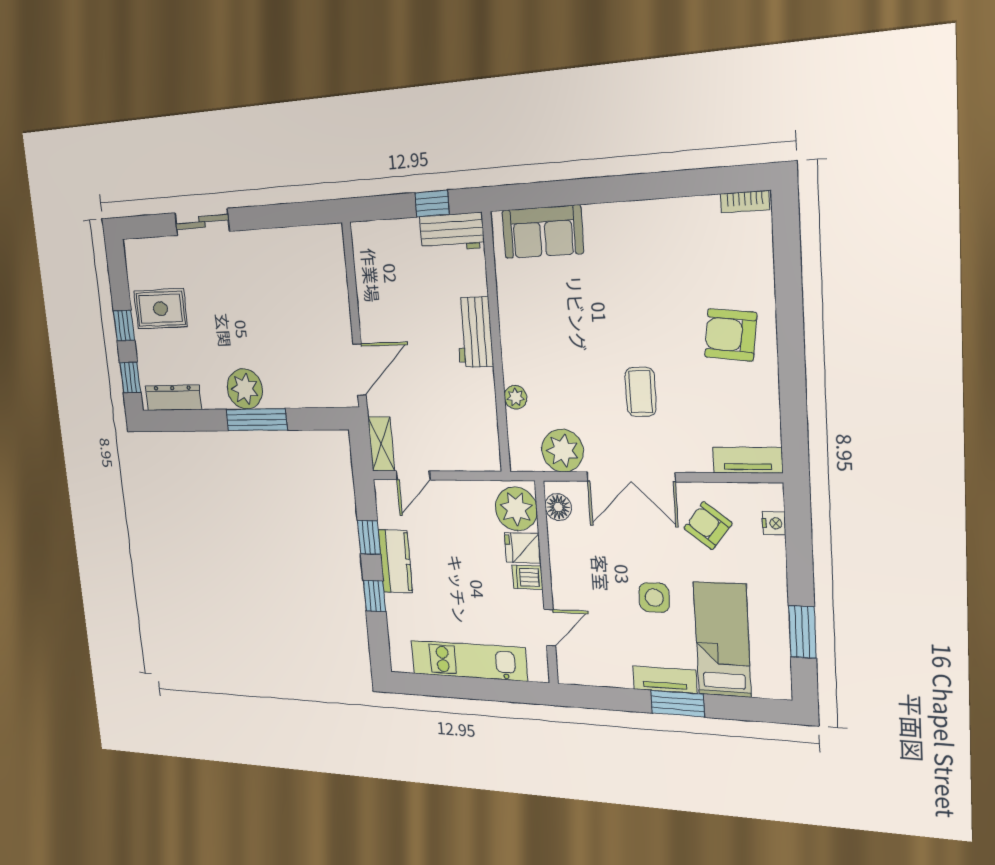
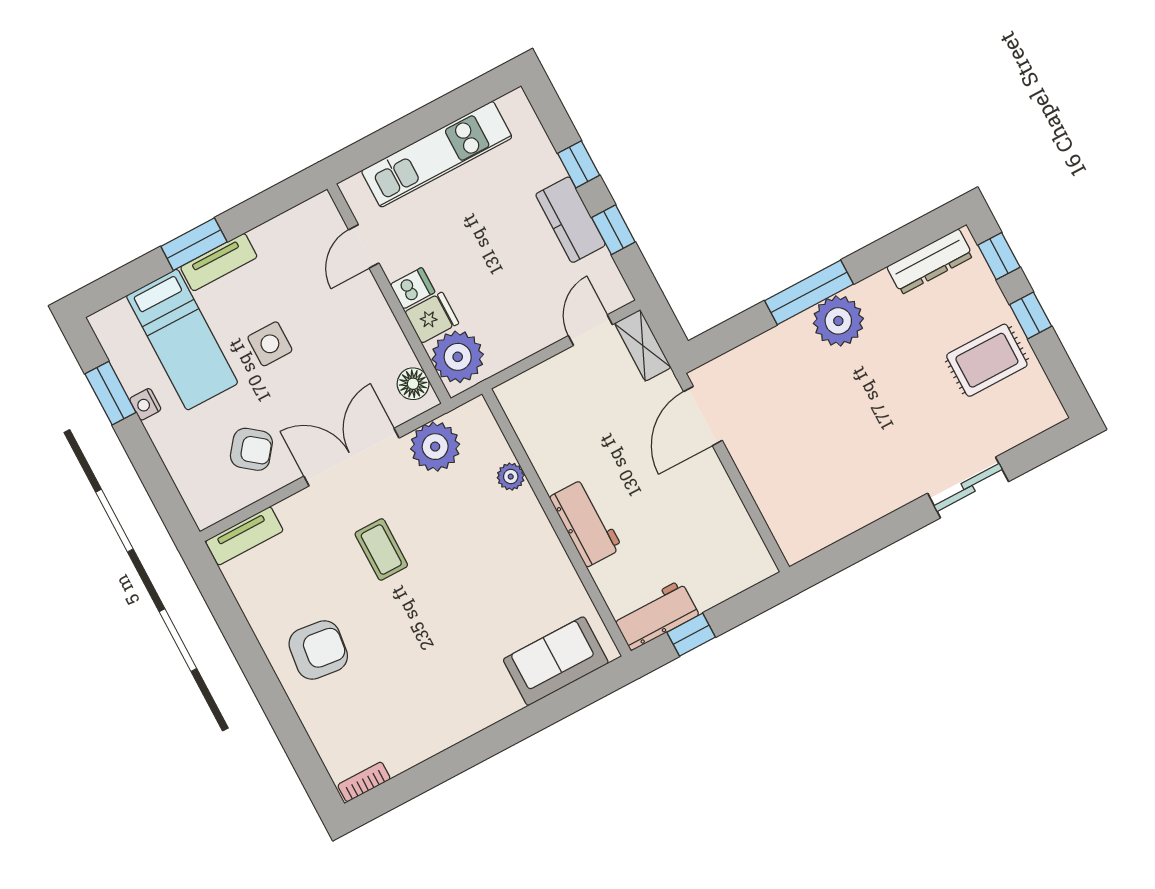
nightstand: (774, 523) -> (145, 404), moved

